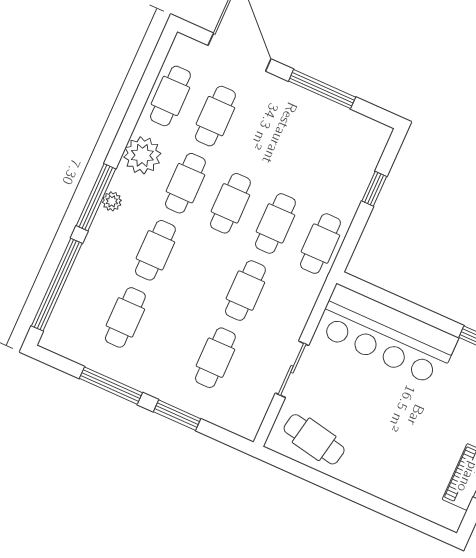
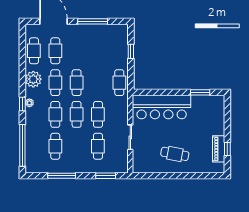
window: (96, 197) -> (22, 104), width x0.46
cafe table: (275, 223) -> (77, 114), moved
window: (177, 415) -> (106, 176), moved
cafe table: (314, 439) -> (175, 154), moved

